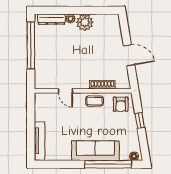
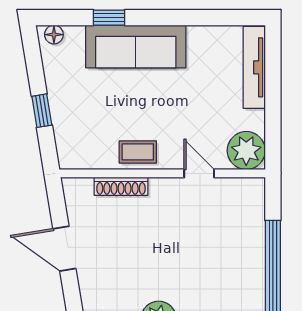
plant: (43, 102) -> (246, 151), added
armchair: (121, 104) -> (82, 145), removed
window: (108, 164) -> (109, 18), width x0.32

